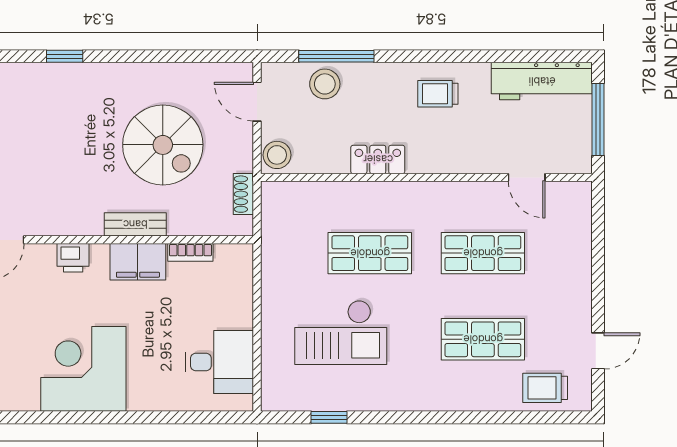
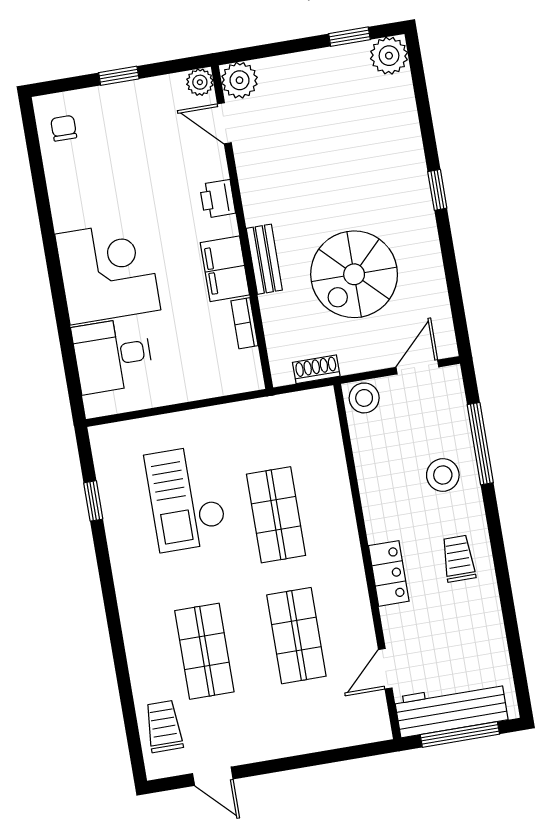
window: (65, 56) -> (437, 190), moved
workbench: (542, 81) -> (451, 709), moved, turned 90
stool: (325, 84) -> (443, 475), moved
locker: (378, 159) -> (389, 573), moved
desk: (219, 362) -> (113, 355), moved, turned 90
corner desk: (83, 369) -> (108, 272), moved

